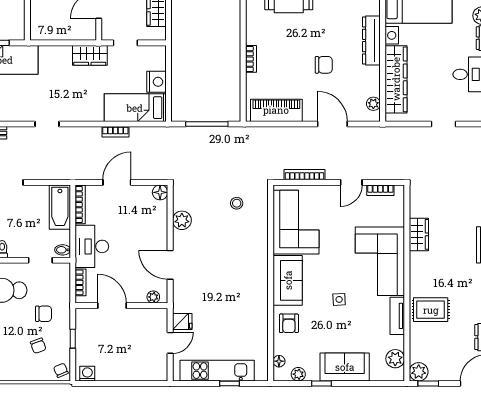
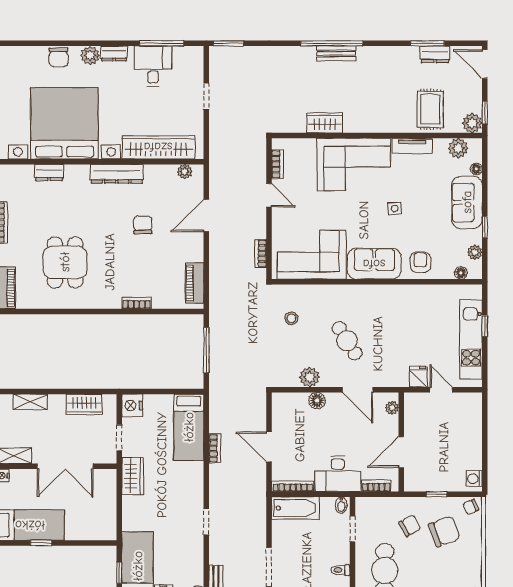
nightstand: (156, 82) -> (132, 406), moved, turned -90
piano: (276, 110) -> (195, 283), width x0.73, depth x0.75
bookcase: (305, 175) -> (261, 253), width x0.64
floor lamp: (160, 192) -> (317, 401), moved
cafe table: (216, 255) -> (347, 341), added
door: (170, 265) -> (357, 390), hinge flipped
rug: (431, 310) -> (430, 109), moved
chair: (44, 314) -> (410, 526), turned 62
armchair: (289, 323) -> (420, 262), turned -90
chair: (38, 346) -> (444, 531), width x1.87, depth x1.87
floor lamp: (376, 376) -> (476, 169), added

